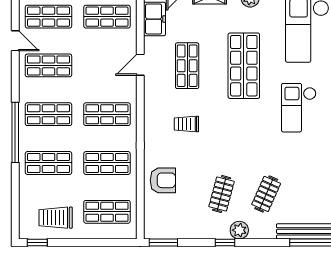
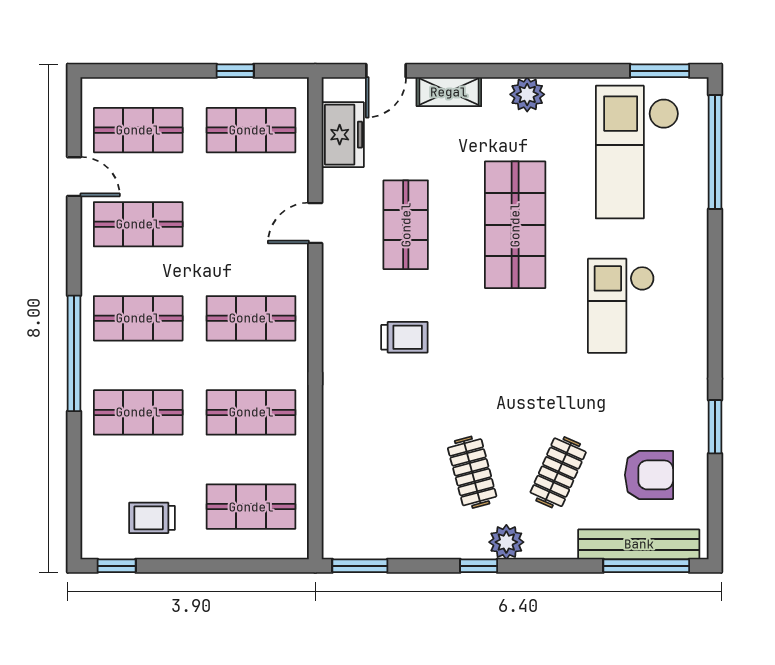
trolley: (186, 124) -> (404, 337), turned 180
armchair: (163, 180) -> (649, 475), moved
clothes rail: (222, 194) -> (472, 472), turned -30
trolley: (56, 218) -> (152, 518), width x0.73, depth x0.72

